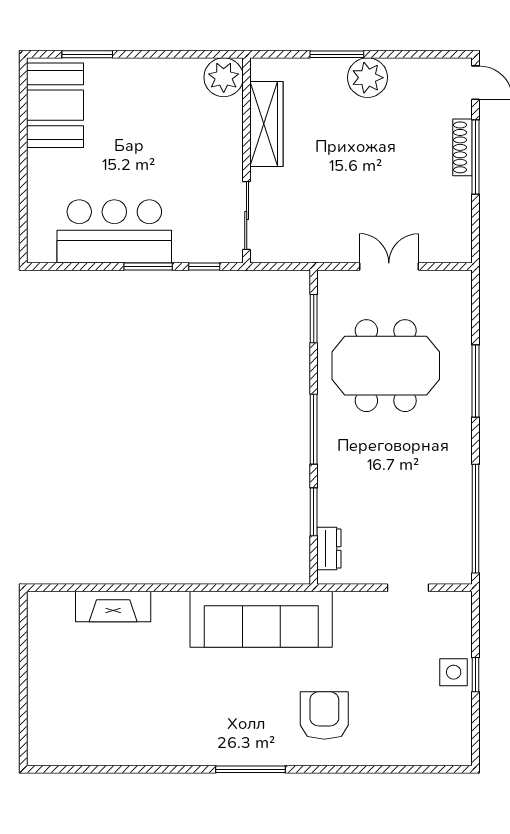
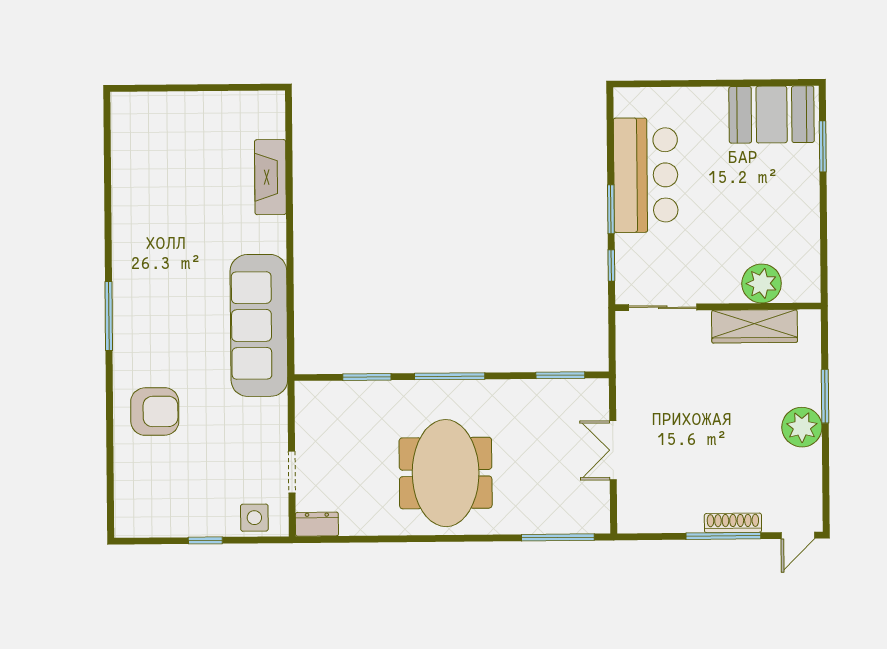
plant: (224, 77) -> (762, 283), moved
double door: (389, 267) -> (613, 450), swing flipped
meeting table: (386, 366) -> (446, 473), moved
window: (476, 381) -> (558, 537), moved
window: (476, 519) -> (361, 539), removed
dresser: (329, 548) -> (317, 524), moved, turned 180
side table: (454, 672) -> (254, 518), moved
armchair: (324, 716) -> (155, 412), moved

